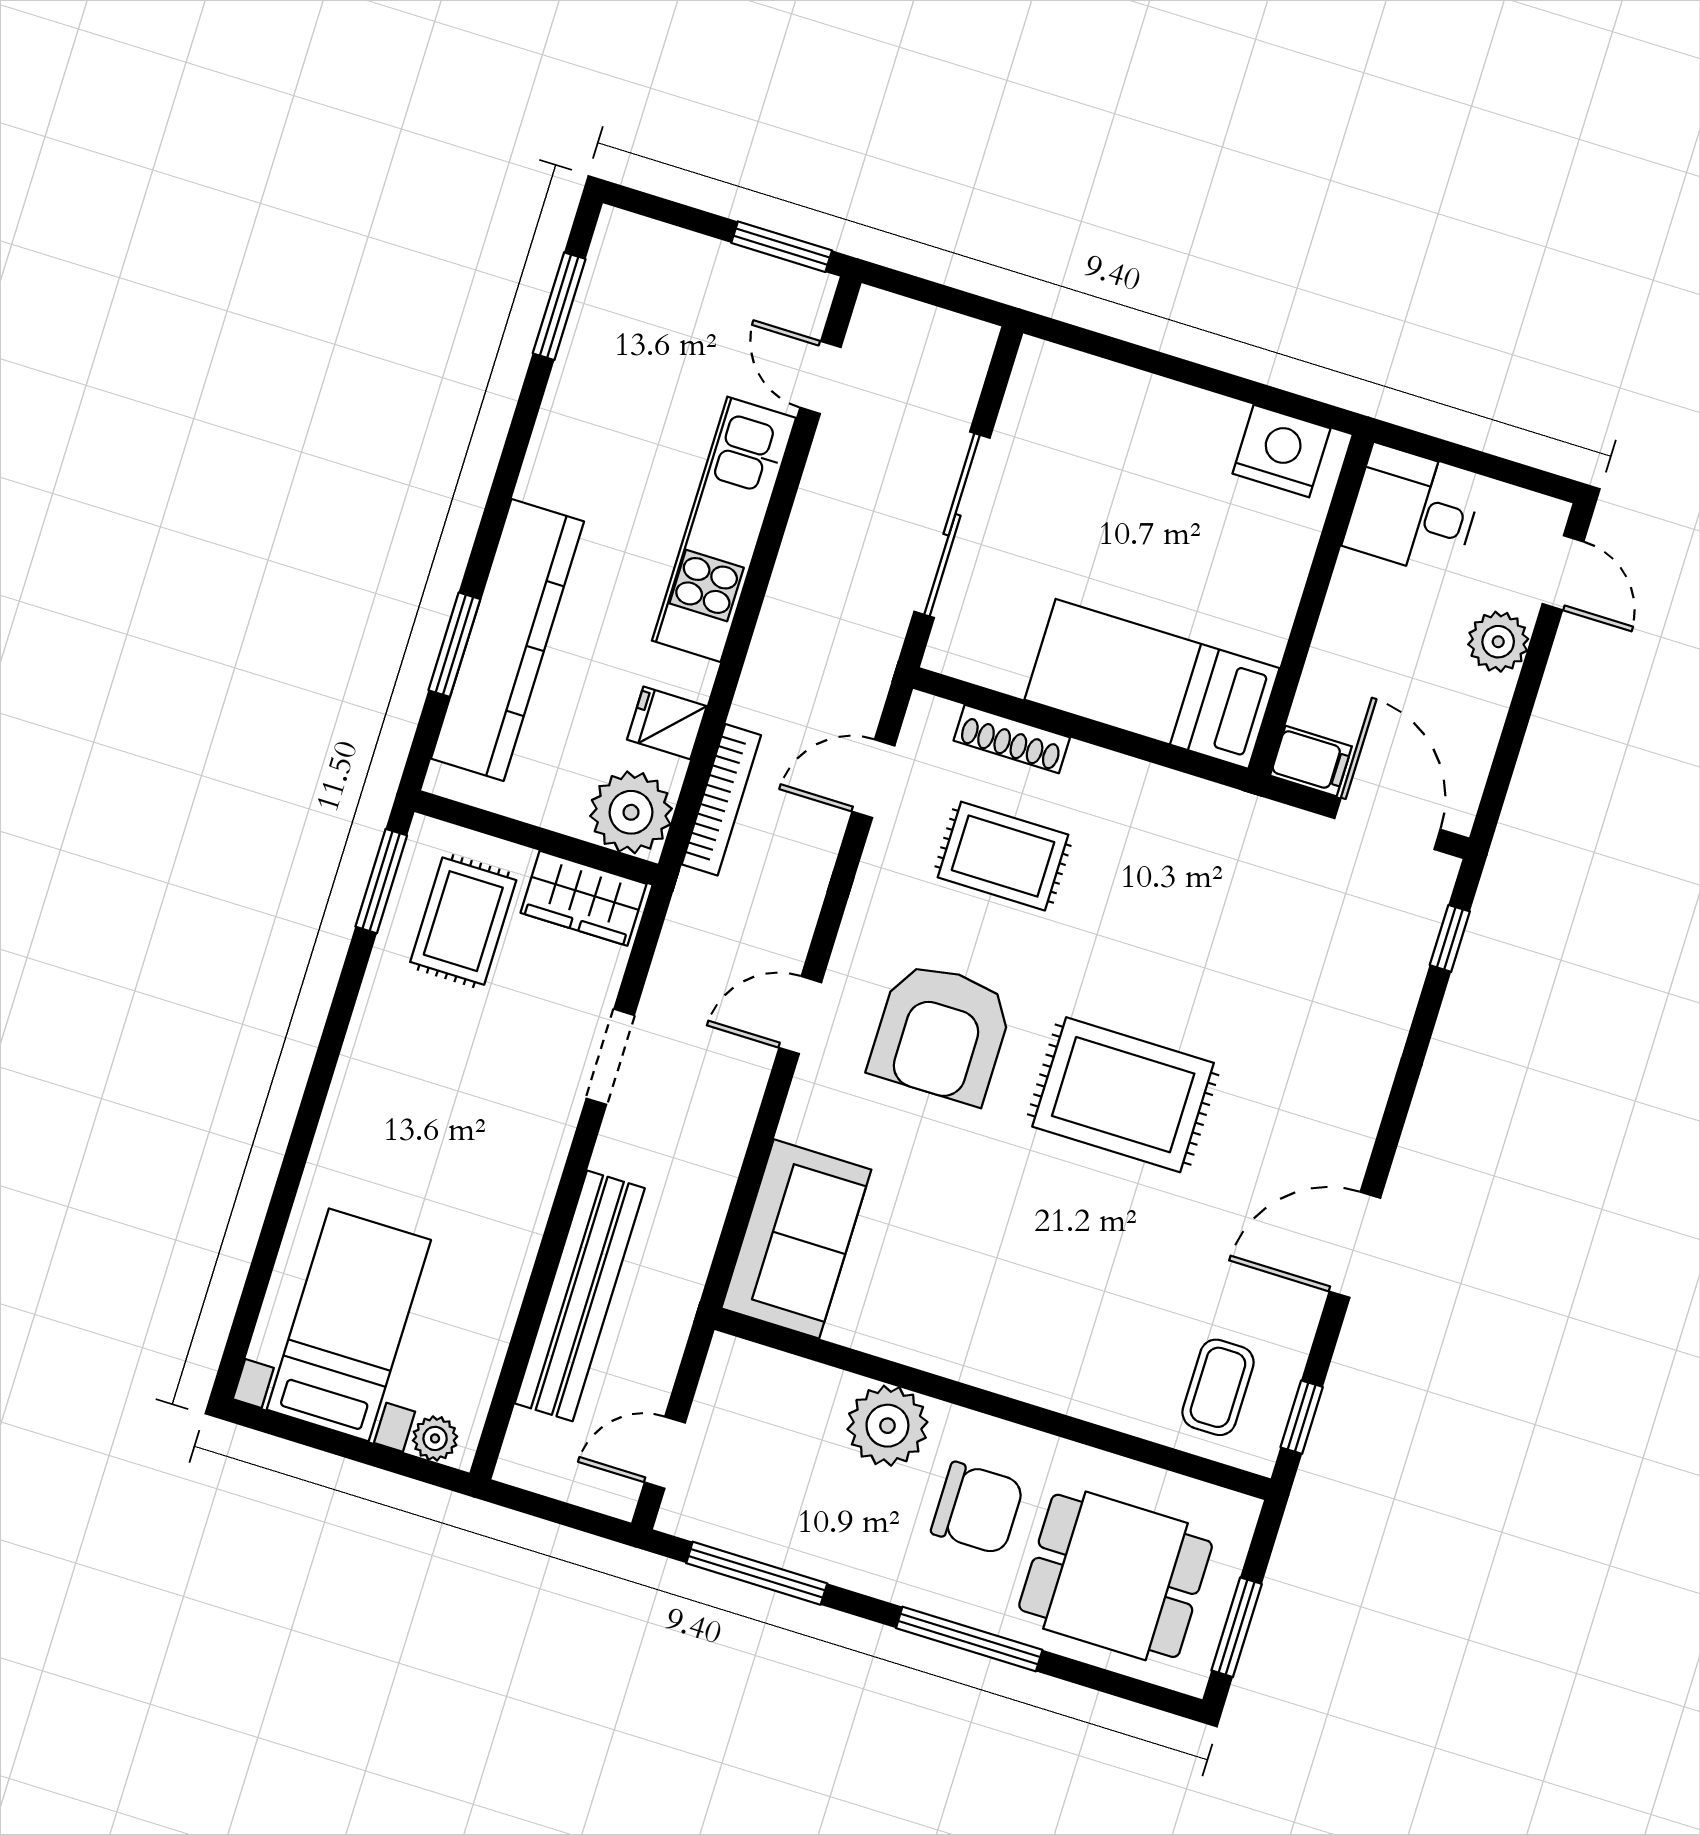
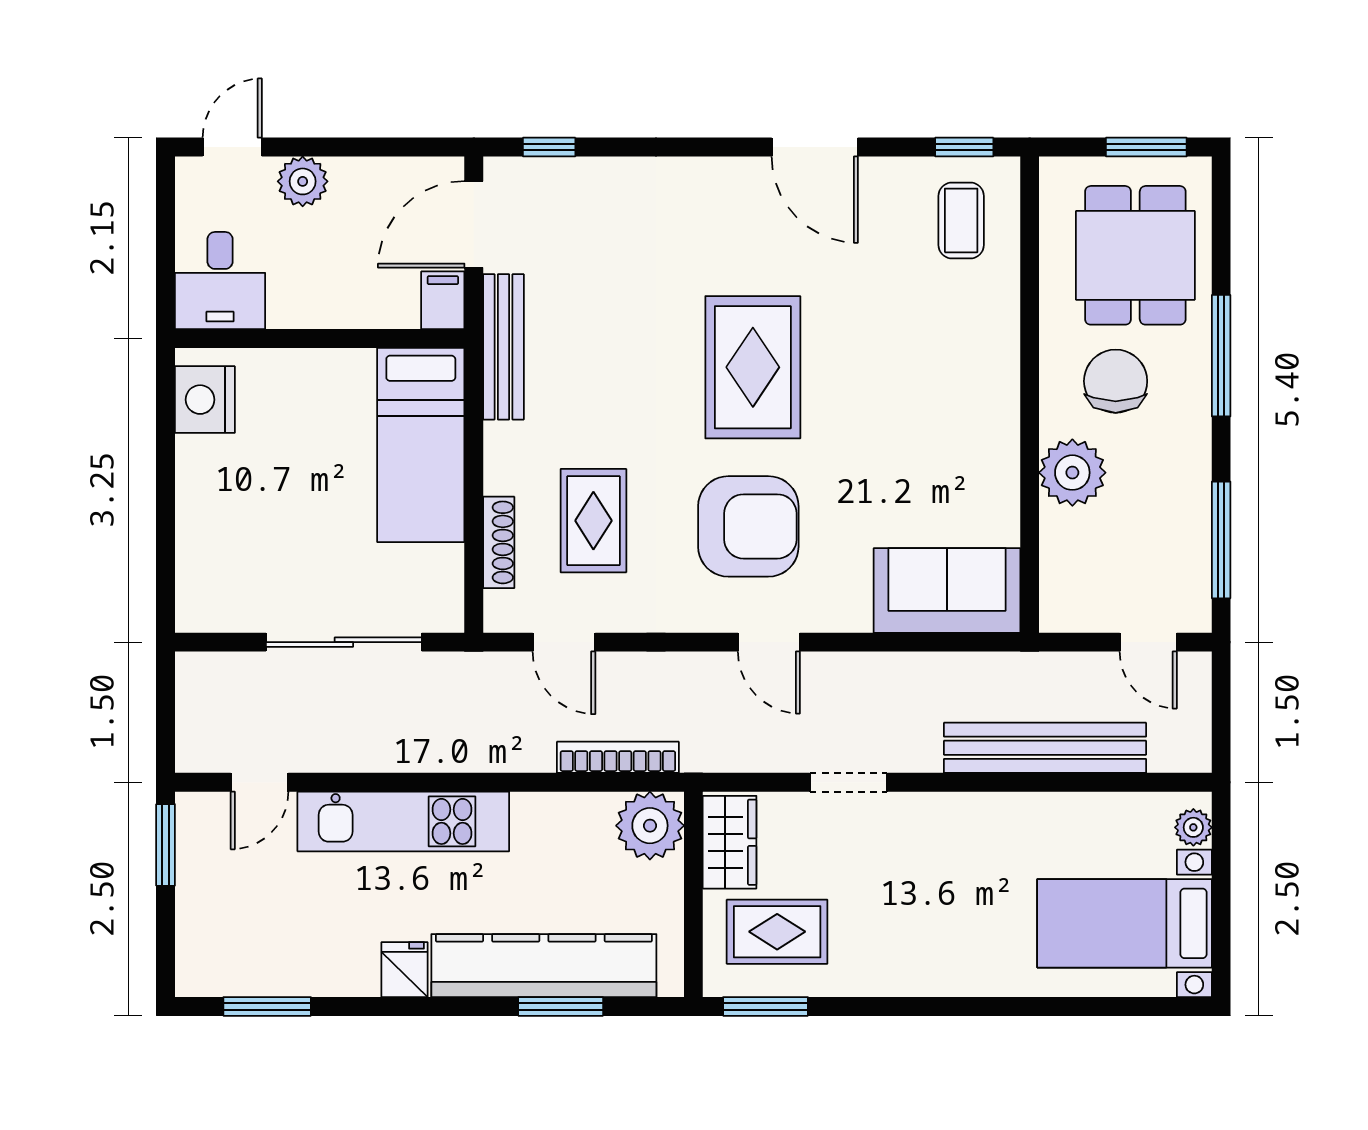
fridge: (667, 723) -> (404, 970), moved, turned 180
bench: (1236, 814) -> (504, 347), added
coffee table: (1218, 1387) -> (961, 220), turned 90

